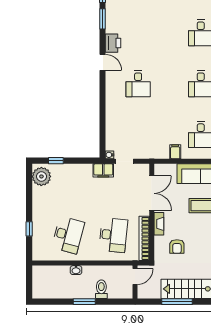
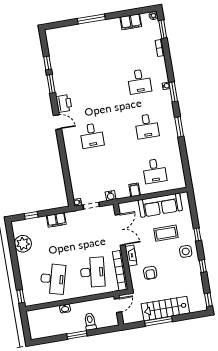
water cooler: (148, 154) -> (111, 196), added
filing cabinet: (103, 170) -> (56, 220), moved
plant: (41, 176) -> (23, 244), moved
window: (29, 229) -> (21, 296), moved

